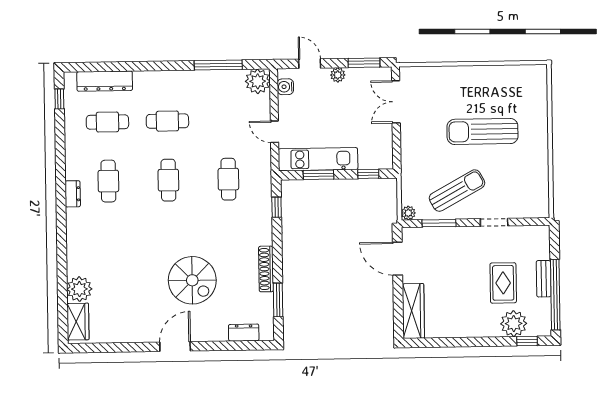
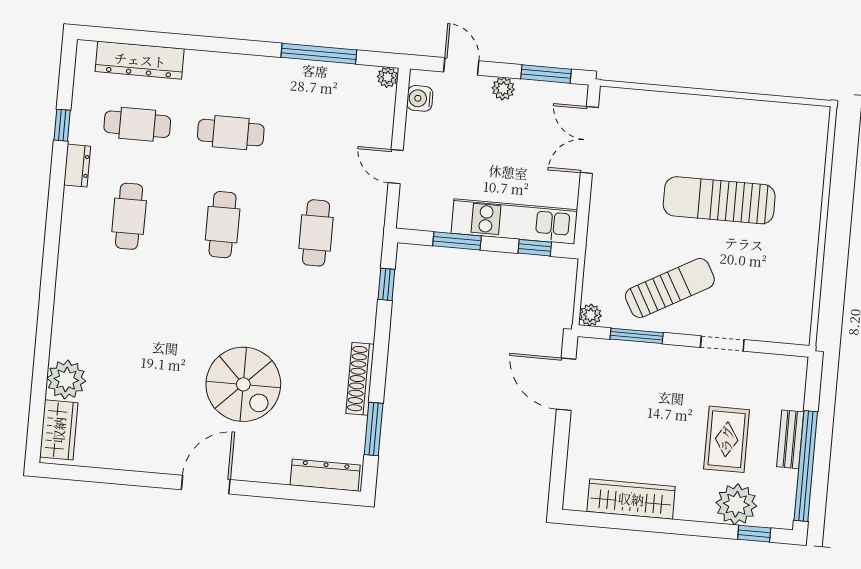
plant: (258, 81) -> (388, 77), width x0.53, depth x0.53
window: (59, 99) -> (62, 125), moved
kitchen unit: (318, 159) -> (514, 221), moved
dresser: (73, 194) -> (77, 166), moved
wardrobe: (413, 311) -> (631, 499), moved, turned -90
dresser: (244, 333) -> (325, 475), width x1.44

